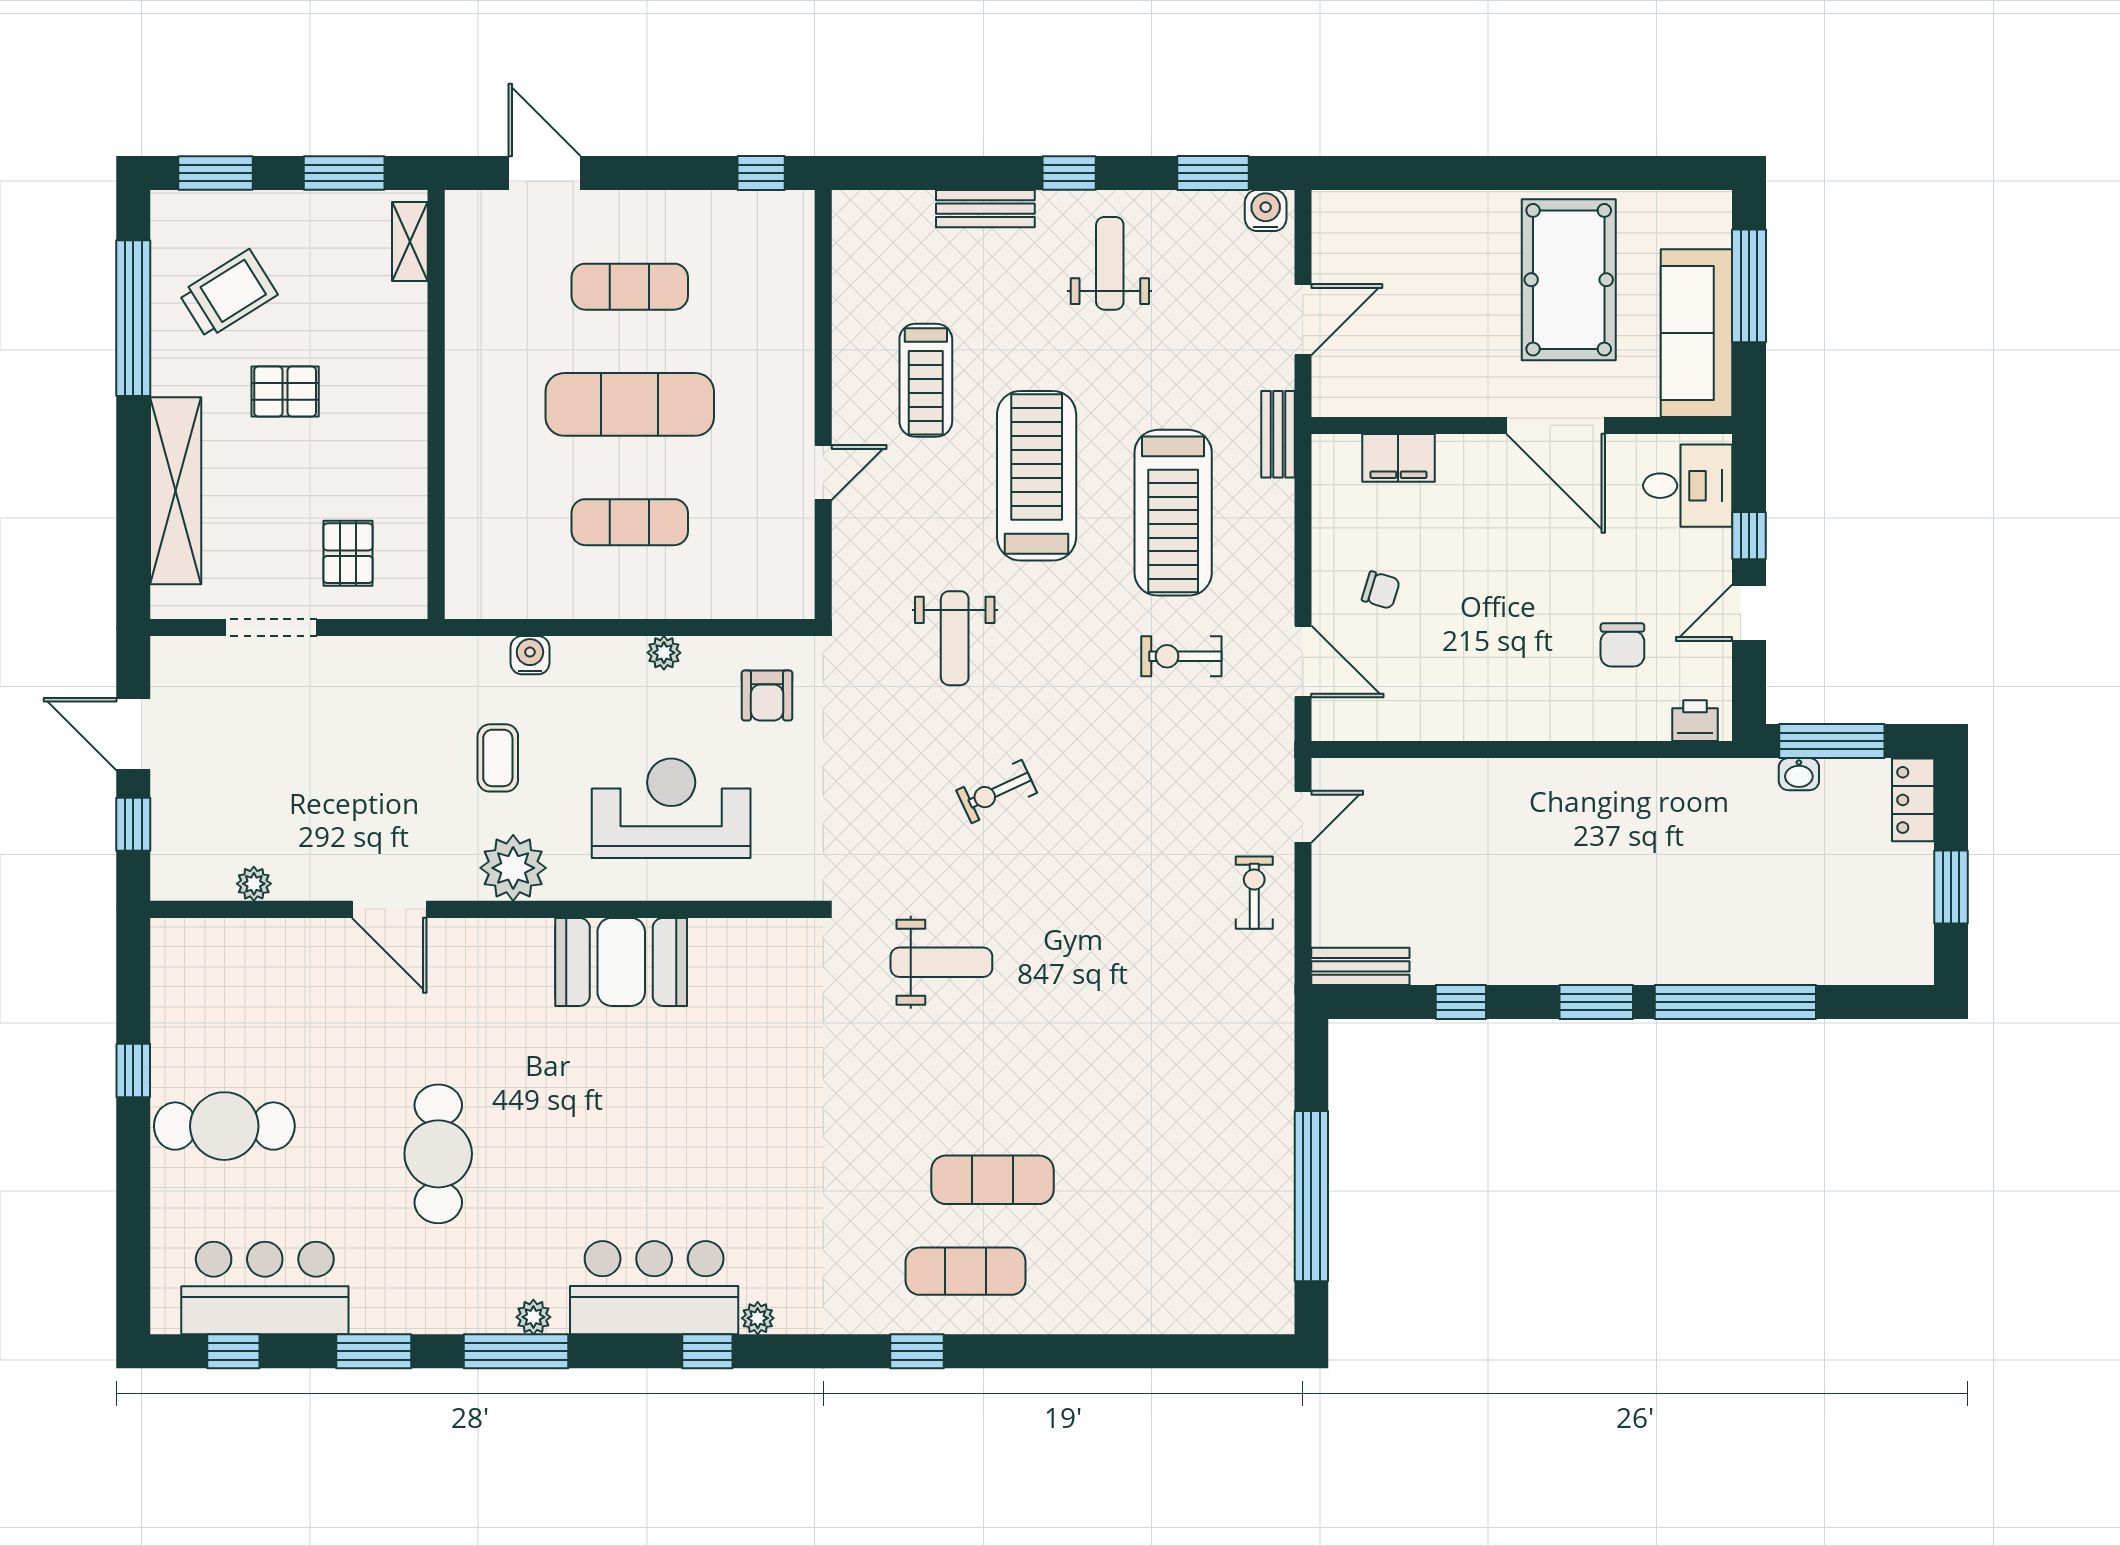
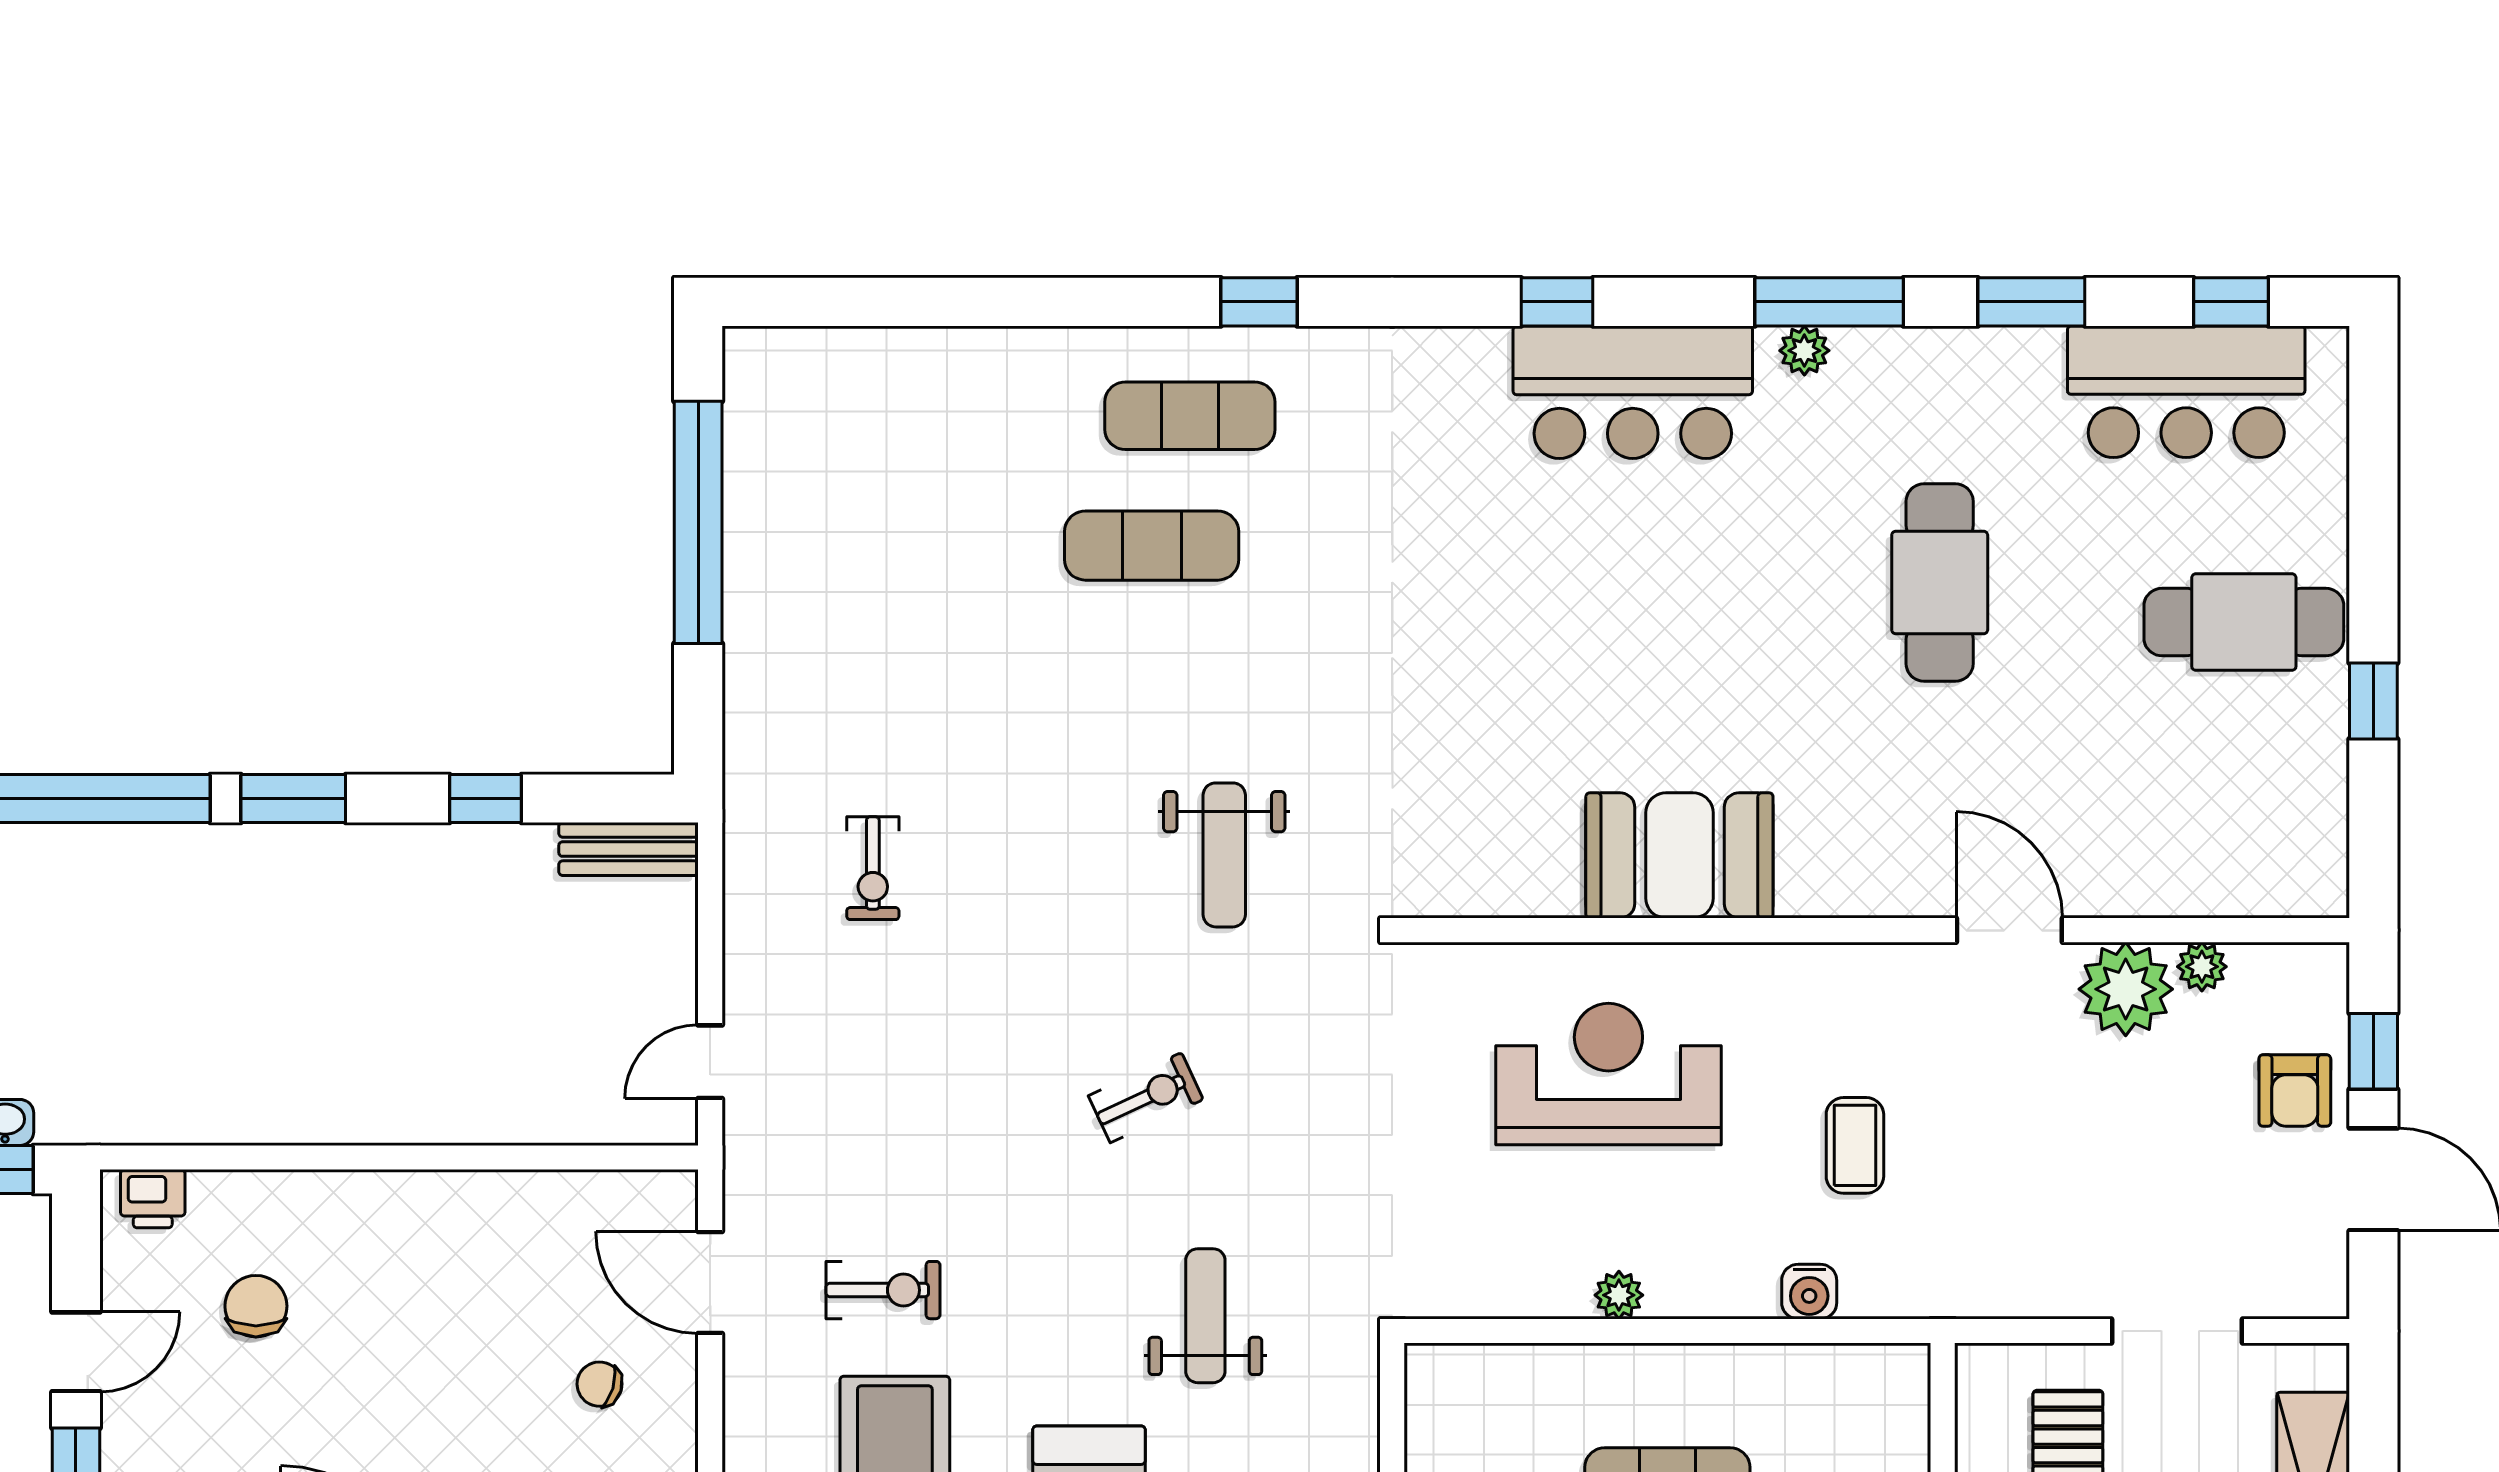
armchair: (767, 695) -> (2295, 1090), moved, turned 180
reception desk: (671, 808) -> (1608, 1074), turned 180
plant: (513, 868) -> (2126, 989), moved
exercise bike: (1254, 893) -> (873, 868), moved
weight bench: (941, 962) -> (1224, 855), turned -90
plant: (758, 1318) -> (1485, 349), removed

